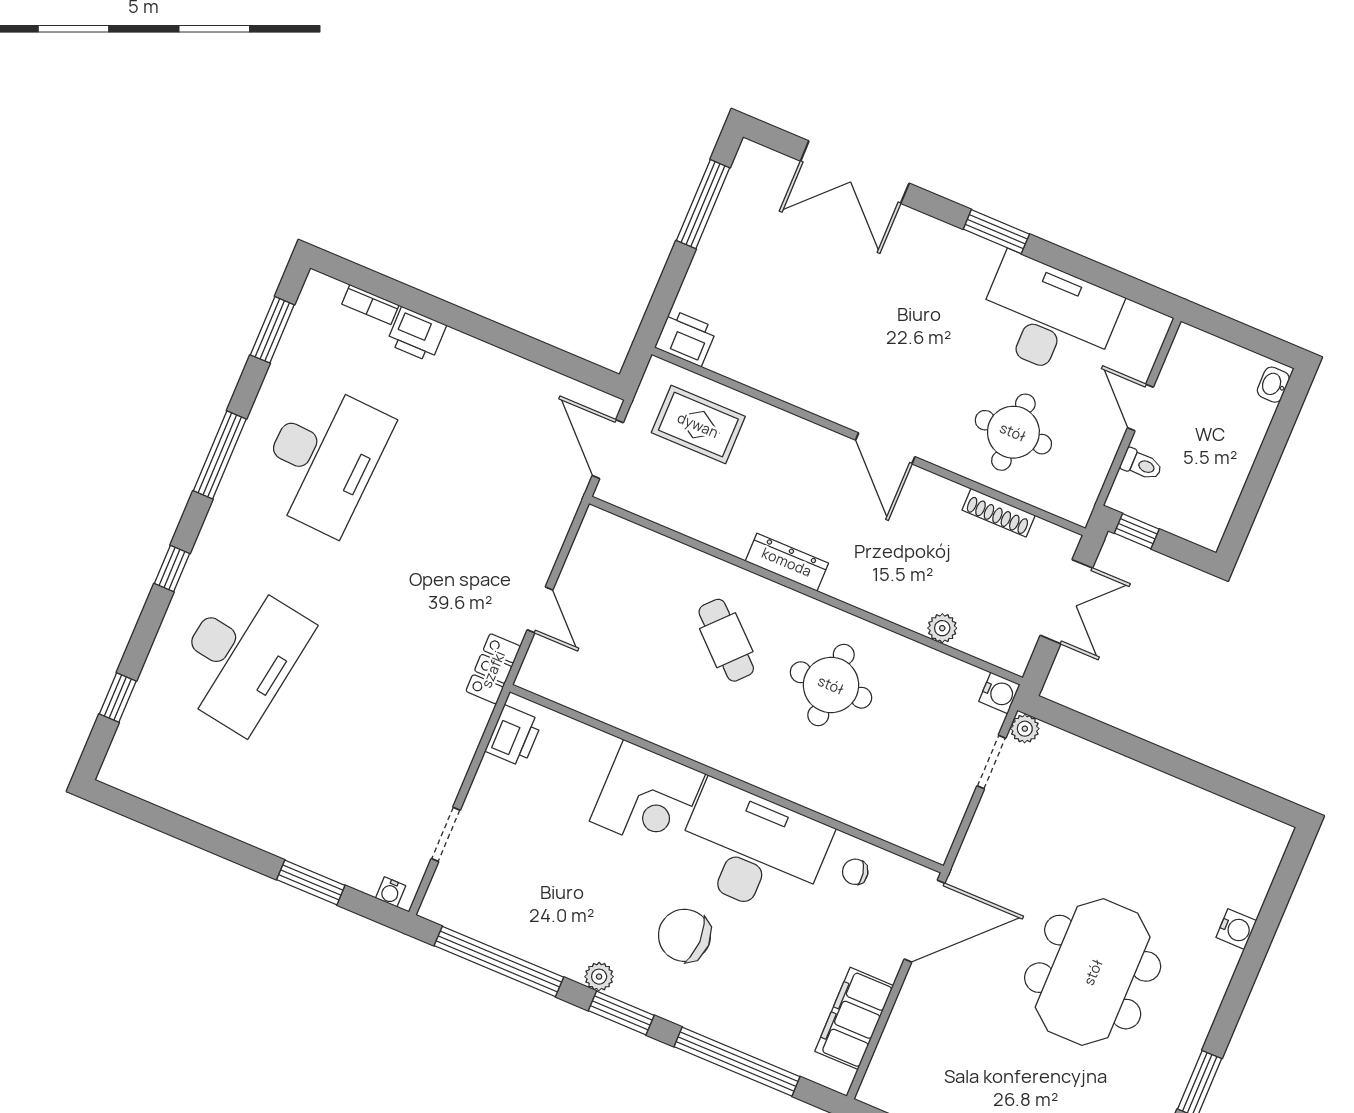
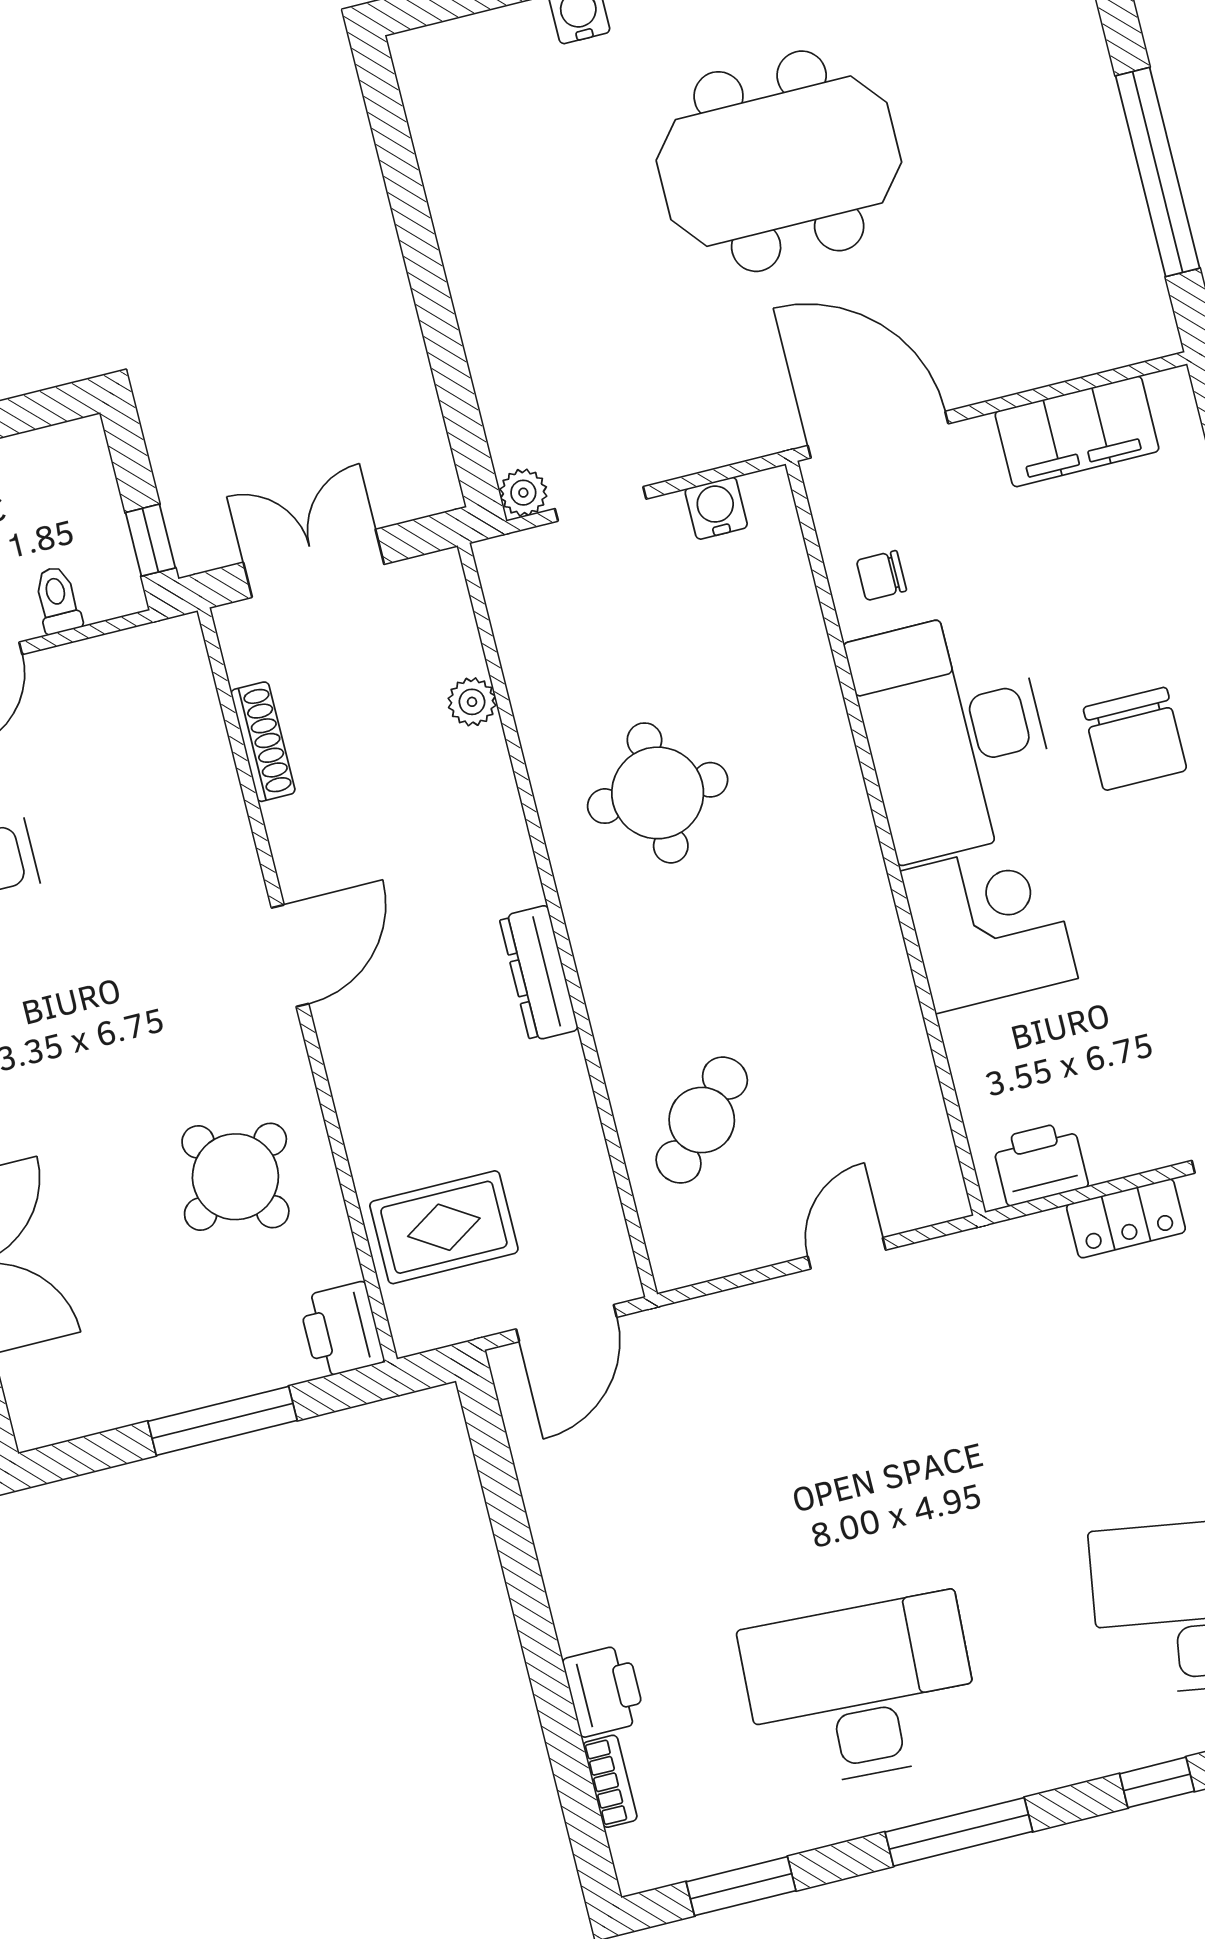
window: (703, 204) -> (222, 1421), moved
rug: (698, 425) -> (444, 1227), turned 90
round table: (1013, 432) -> (235, 1177), moved, turned -33
cafe table: (726, 640) -> (702, 1120), moved
locker: (493, 669) -> (1126, 1218), moved
water cooler: (999, 693) -> (716, 508), moved
chair: (855, 872) -> (881, 576), turned 101

